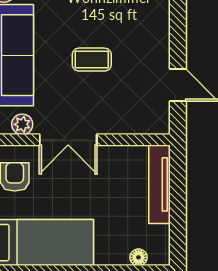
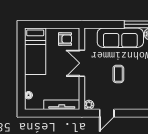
plant: (22, 124) -> (89, 105), moved

